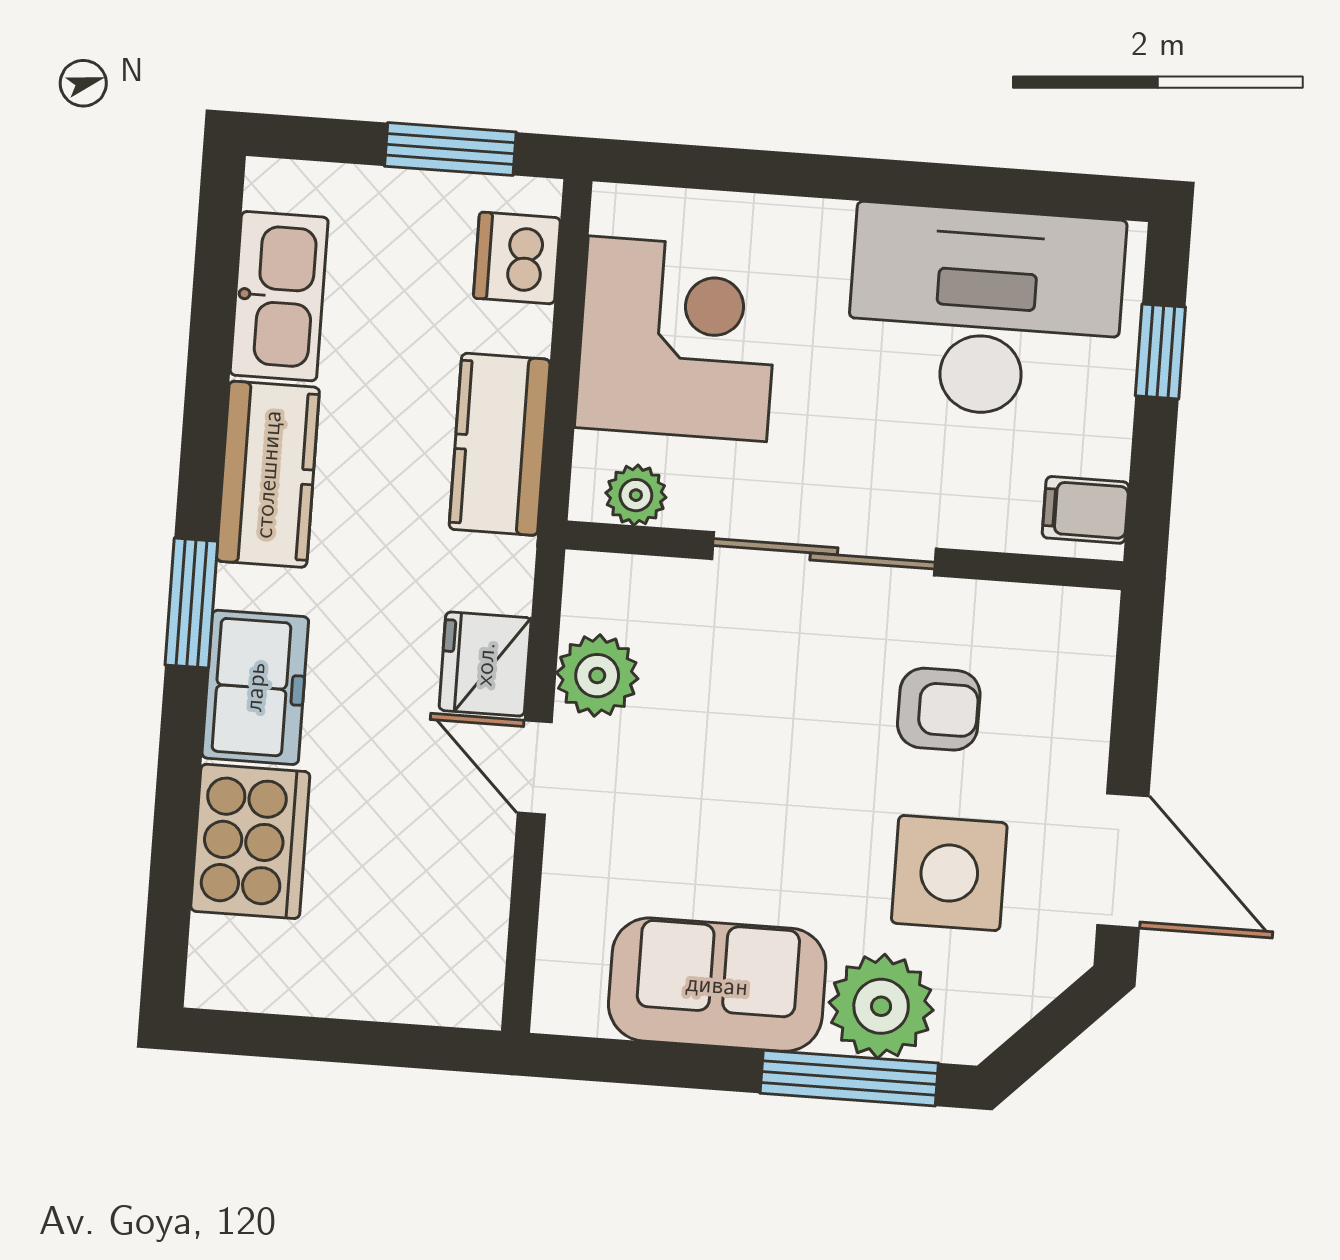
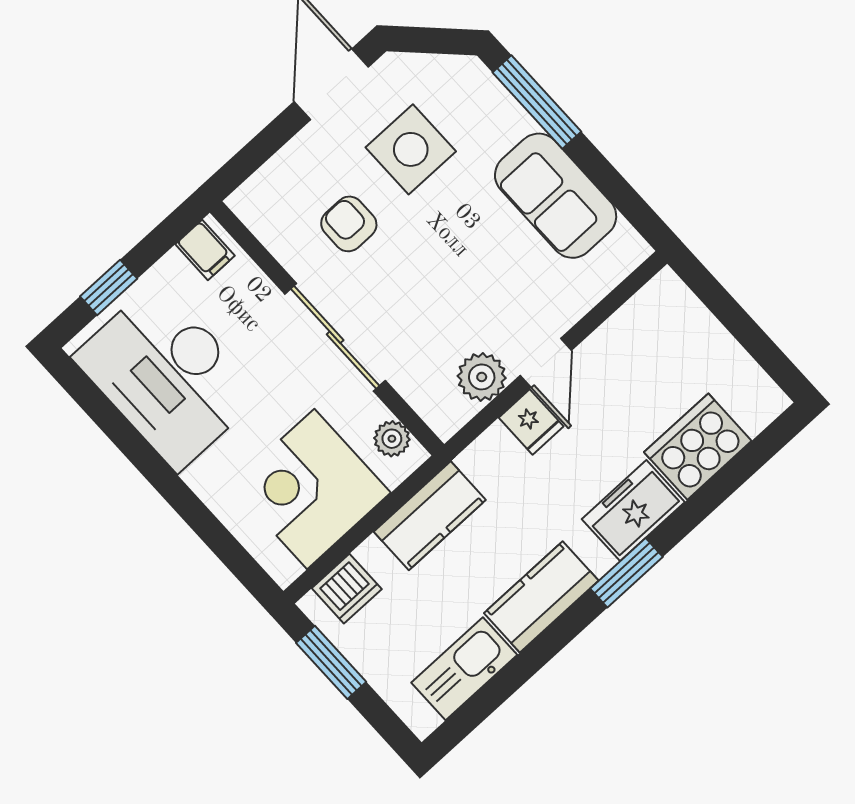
fridge: (485, 664) -> (531, 422), width x0.72
plant: (881, 1006) -> (494, 120), removed

